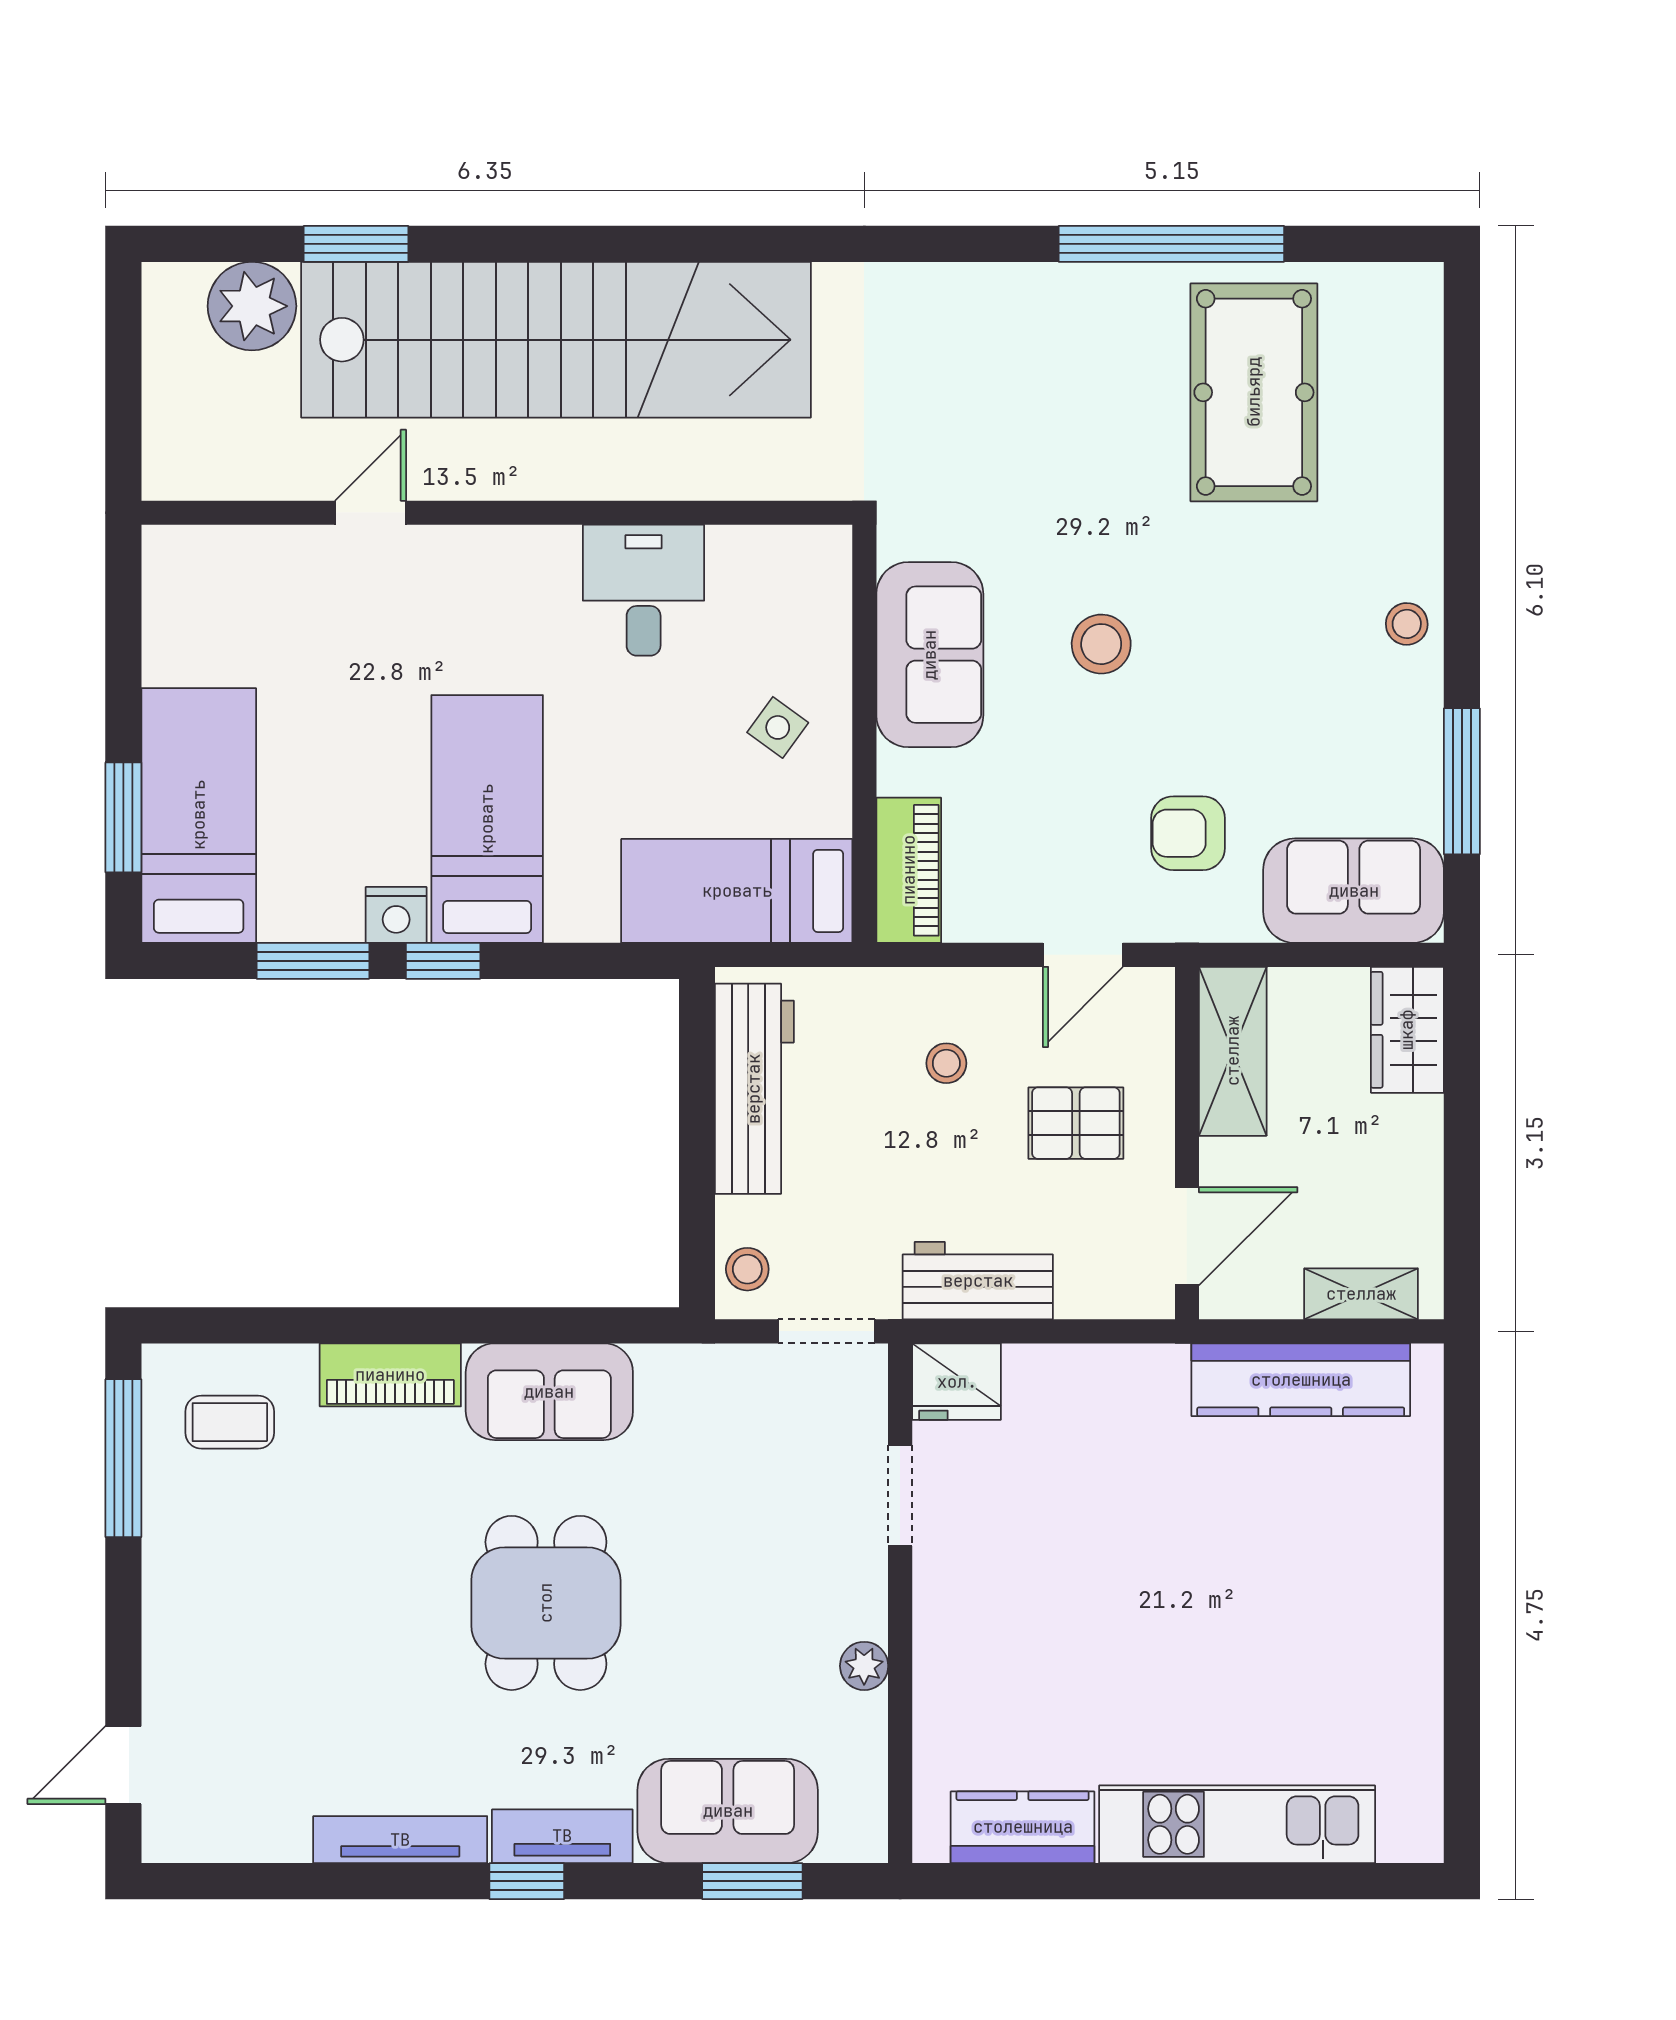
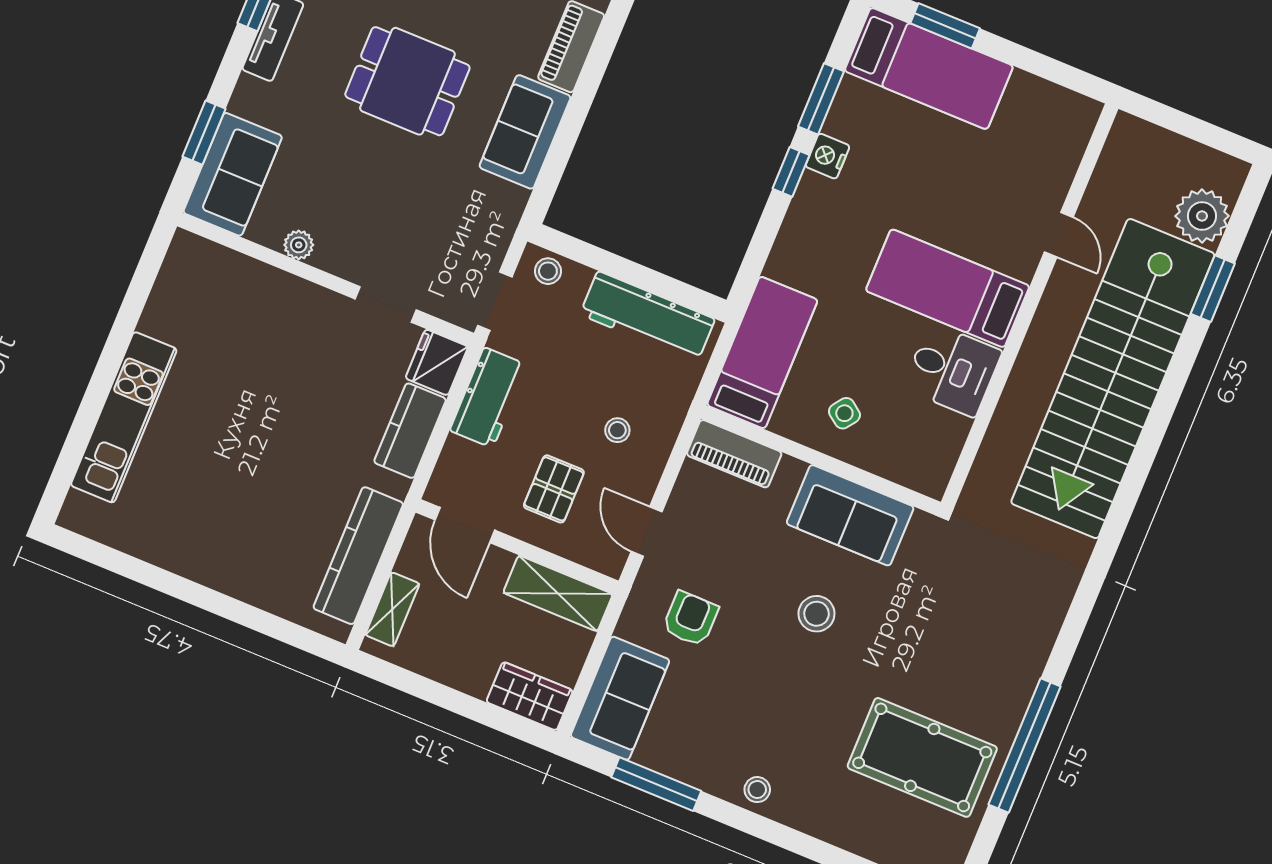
bed: (487, 819) -> (948, 288), moved, turned 180
sofa: (728, 1811) -> (233, 174), moved
kitchen counter: (1023, 1827) -> (410, 431), moved, turned 180

